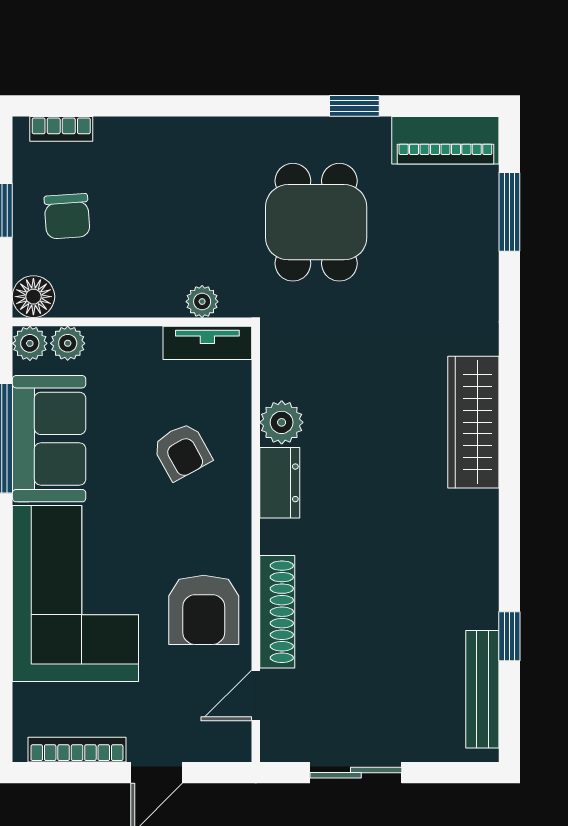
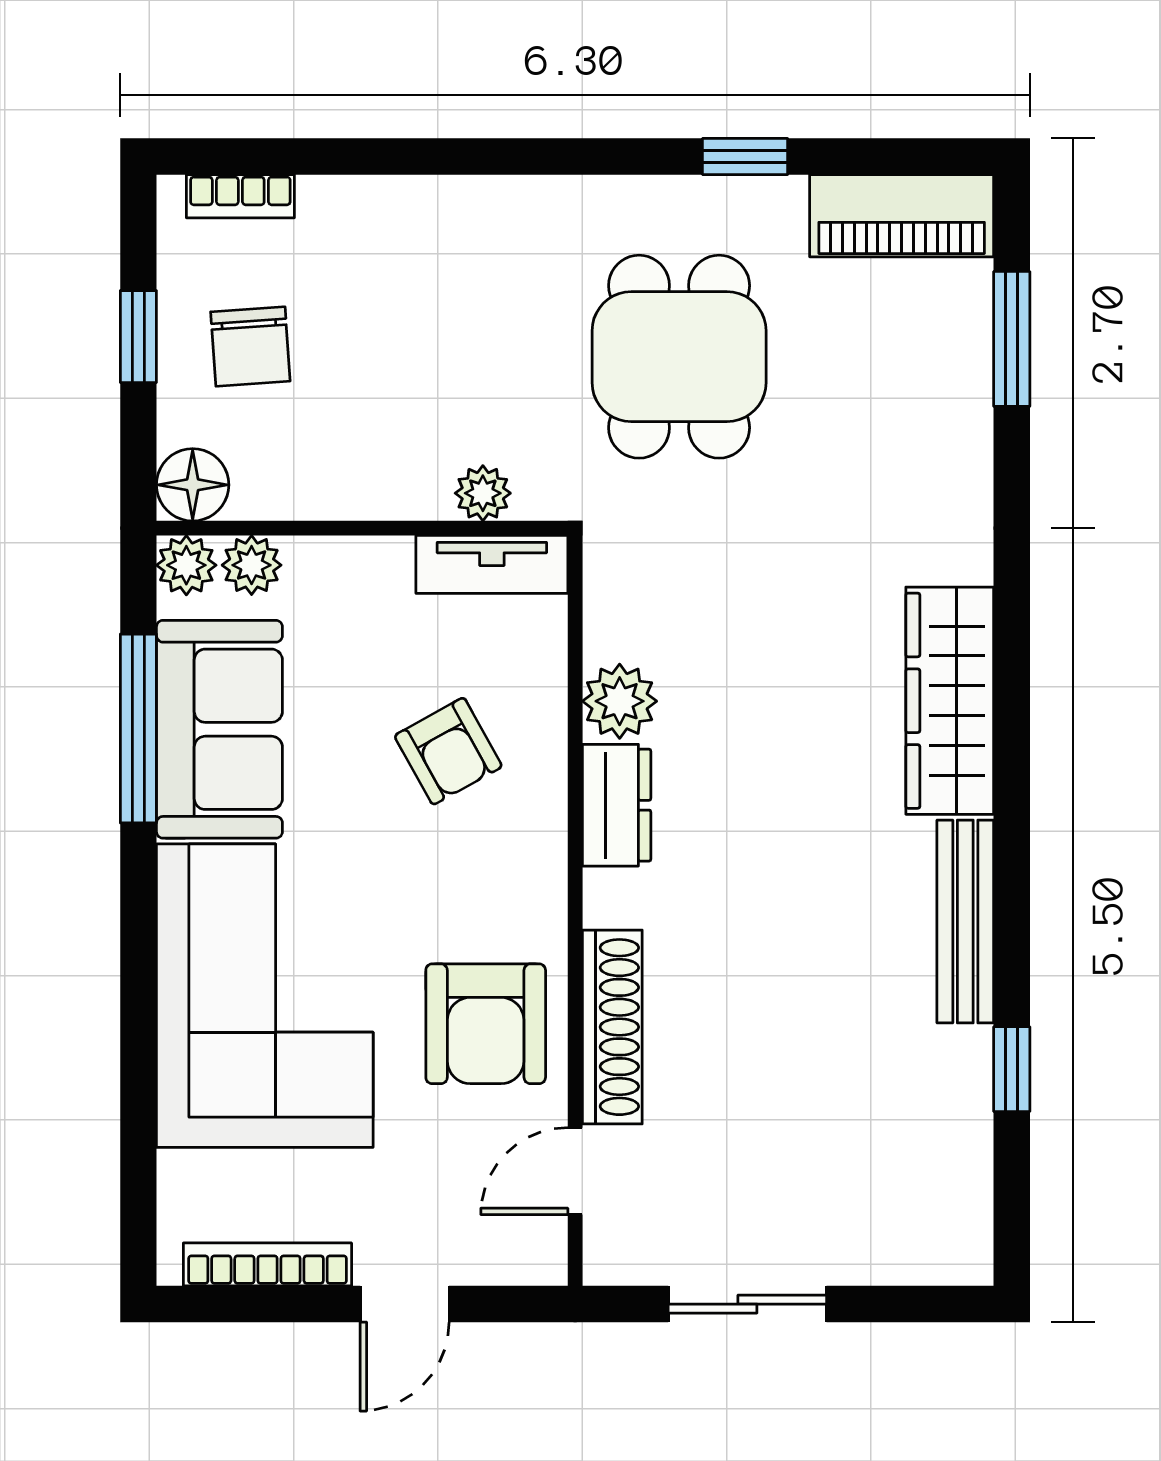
bench: (482, 689) -> (965, 922), moved

